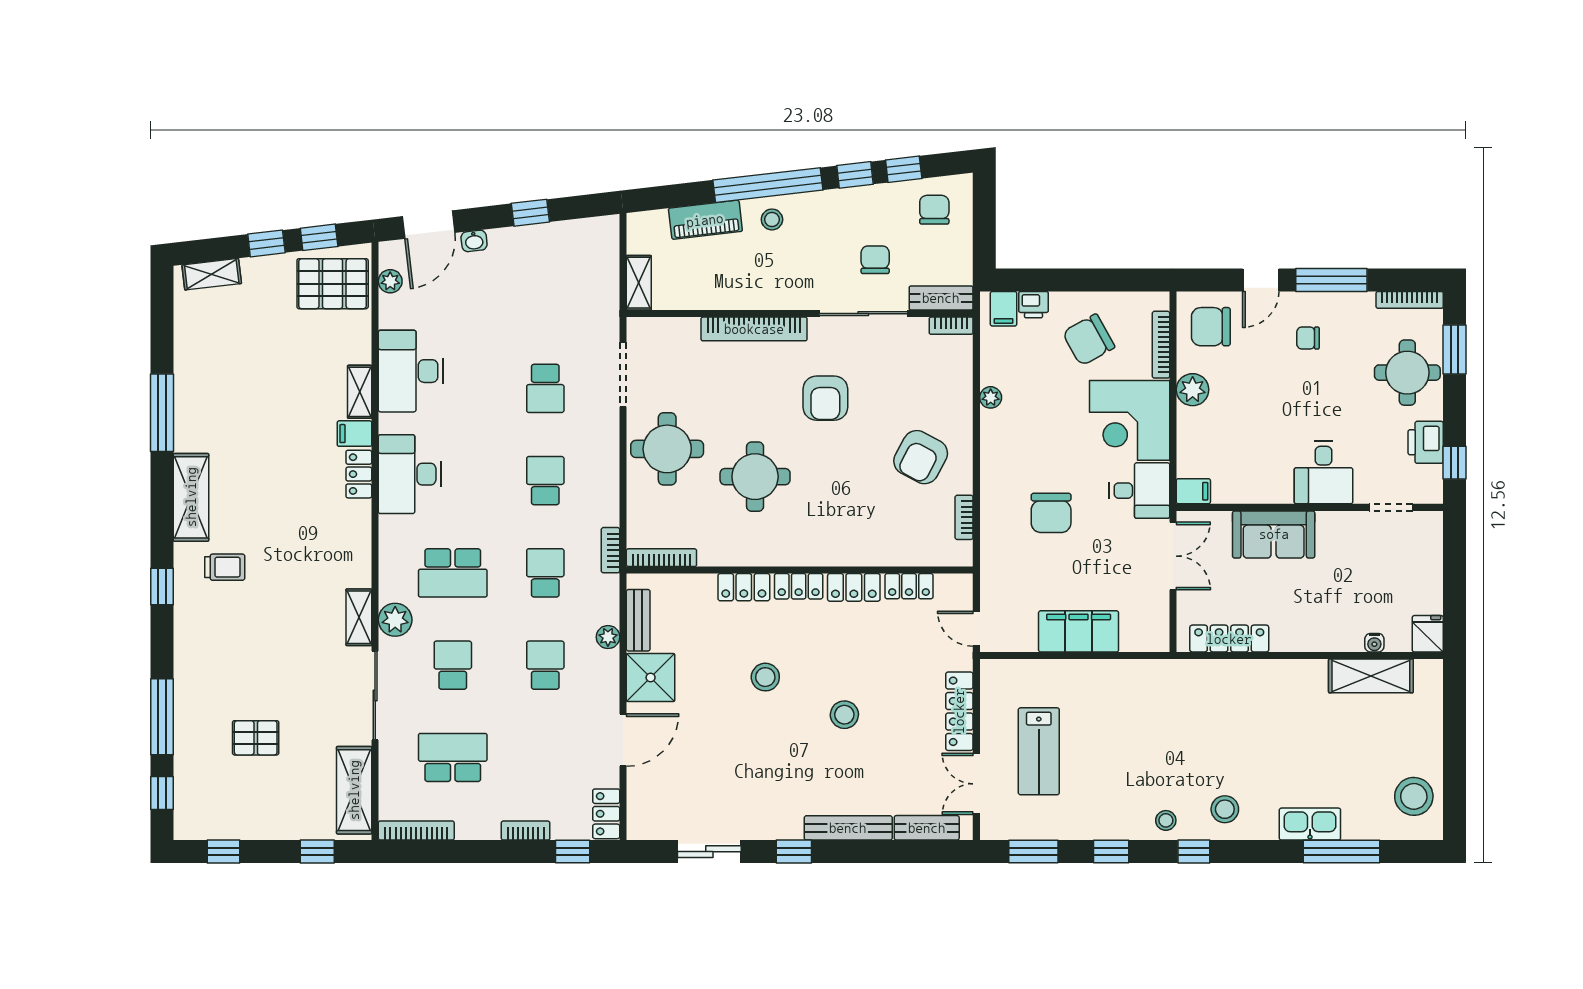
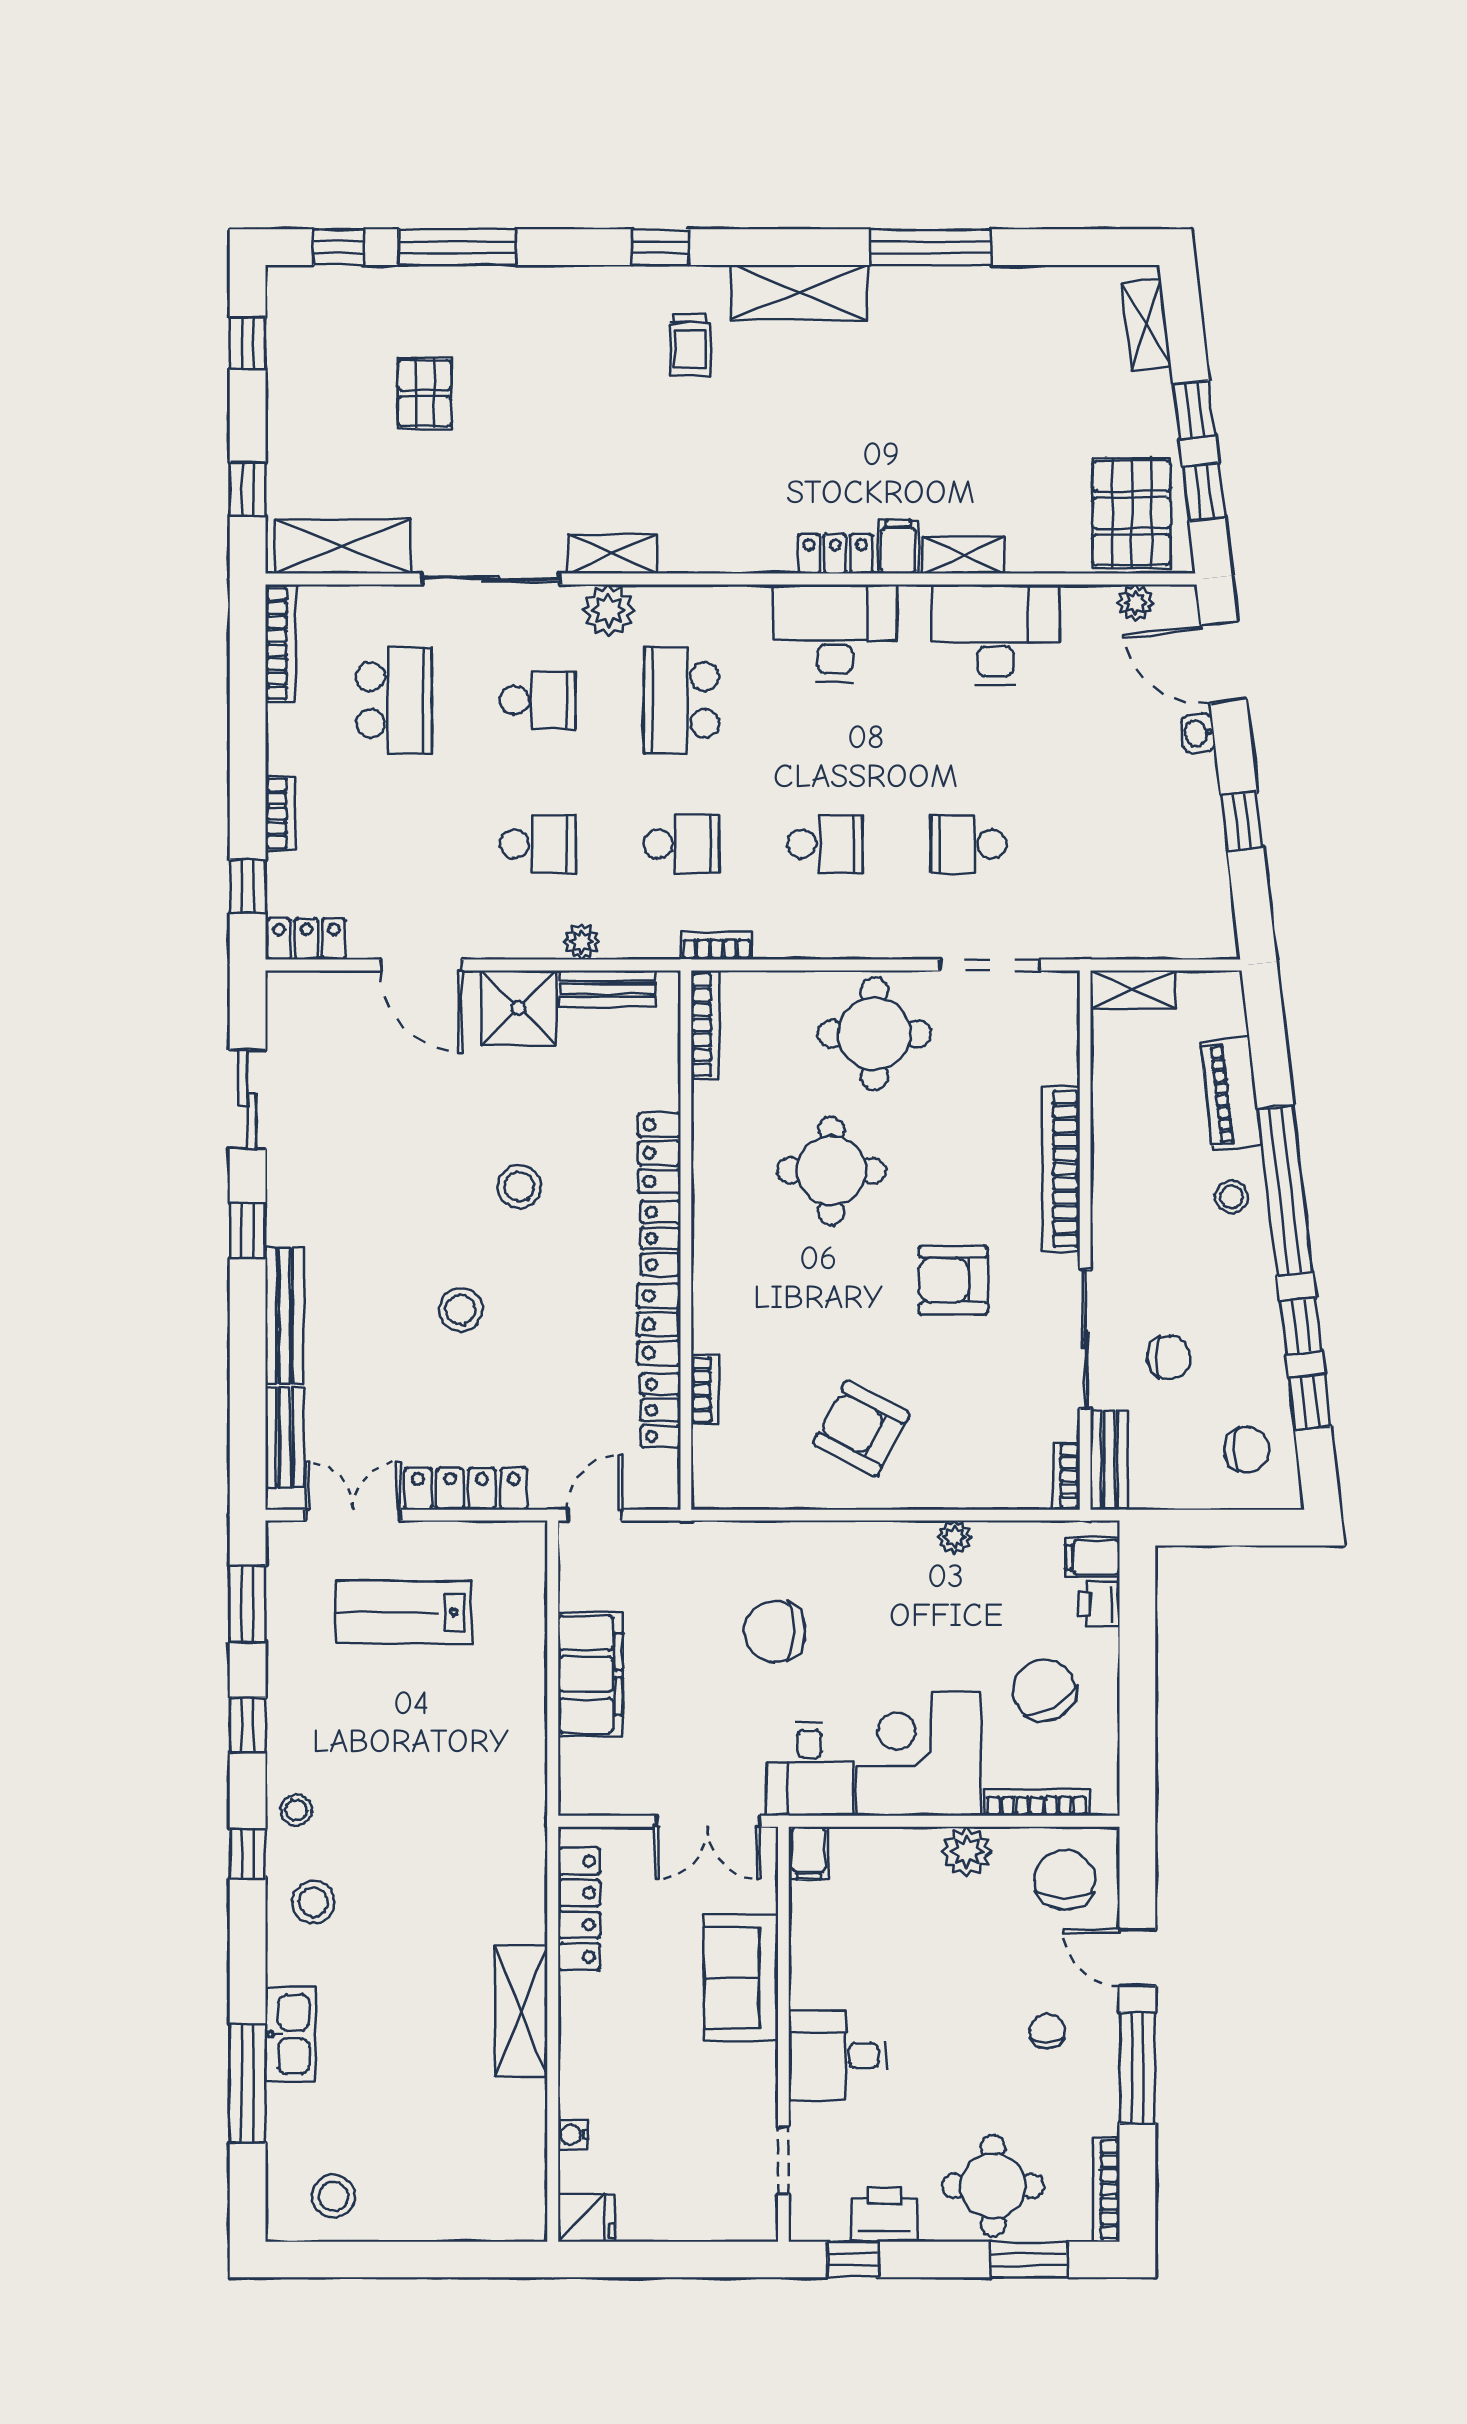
bookcase: (964, 517) -> (705, 1390), moved, turned 90
shelving: (1371, 676) -> (521, 2011), moved
stool: (1414, 796) -> (333, 2196), width x0.73, depth x0.73

